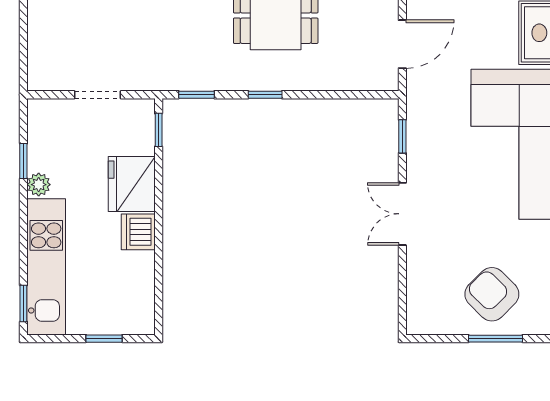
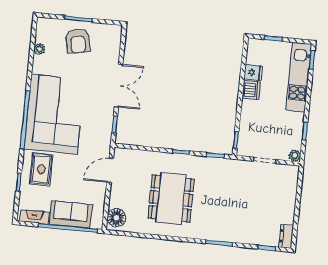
fridge: (132, 184) -> (253, 73), moved, width x0.53, depth x0.75
plant: (39, 185) -> (295, 156), moved
double door: (402, 214) -> (119, 86), width x1.37
armchair: (492, 294) -> (78, 41), turned 34

